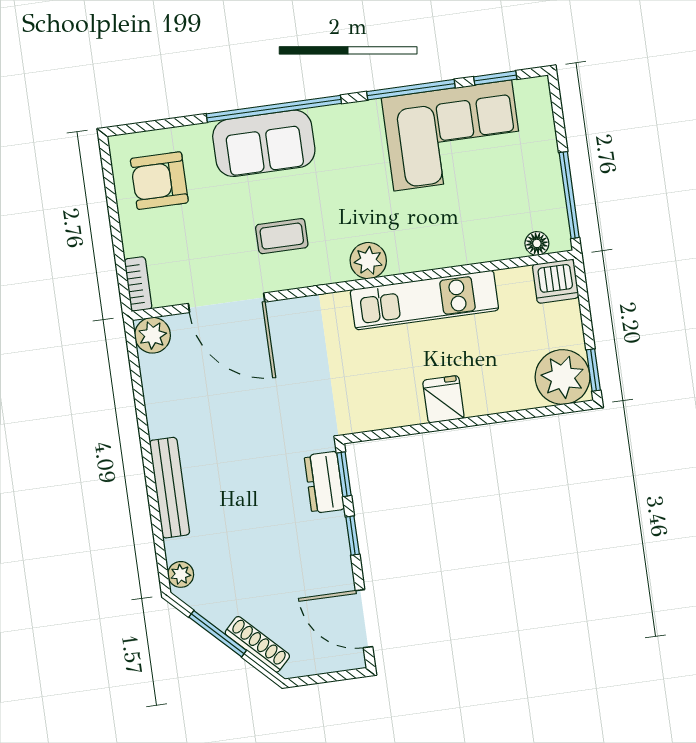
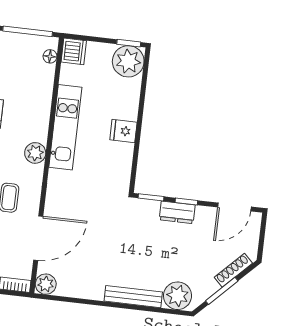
dresser: (324, 482) -> (177, 212), moved
plant: (181, 574) -> (178, 296), width x1.88, depth x1.88

